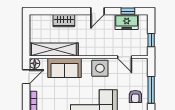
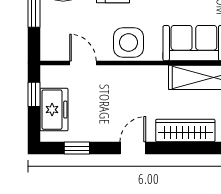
wardrobe: (64, 21) -> (185, 131), width x1.50
freezer: (127, 22) -> (54, 110), moved, turned 90

